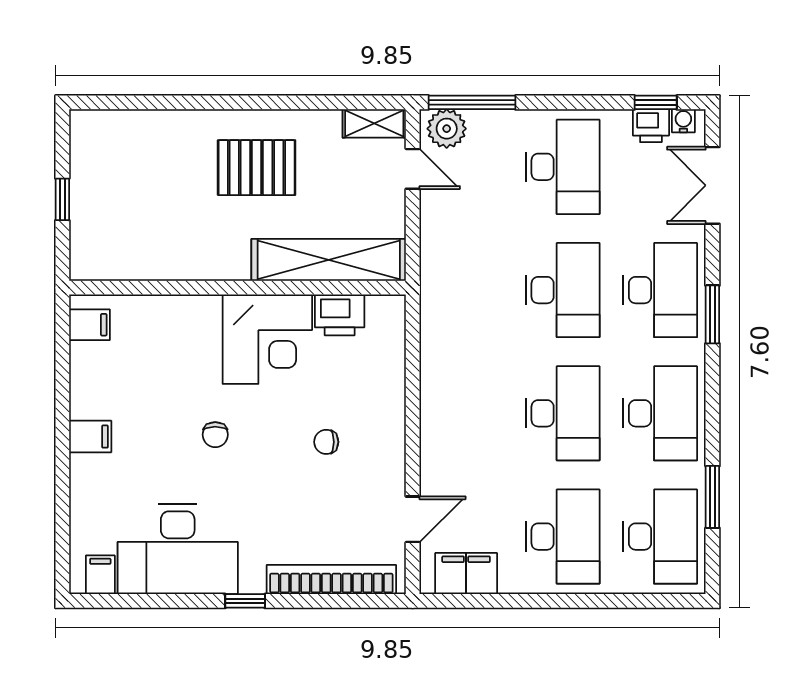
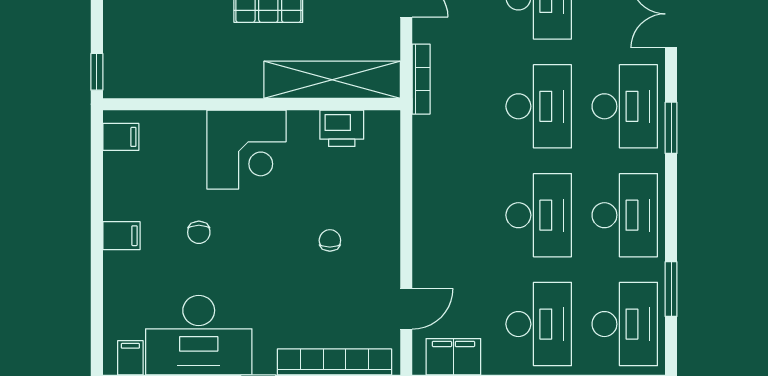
window: (62, 199) -> (97, 72), moved
bookcase: (430, 259) -> (421, 79), added
corner desk: (267, 339) -> (247, 150), moved
chair: (215, 435) -> (199, 232), moved
chair: (326, 442) -> (330, 240), turned 90

